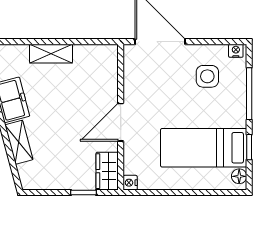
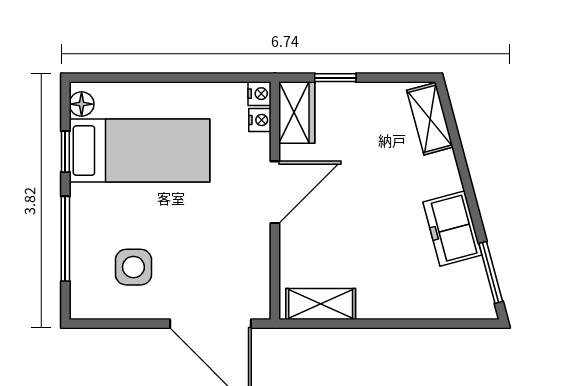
nightstand: (236, 51) -> (260, 120), moved, turned -90
shelving: (51, 54) -> (321, 304), moved
shelving: (19, 142) -> (430, 119), moved

